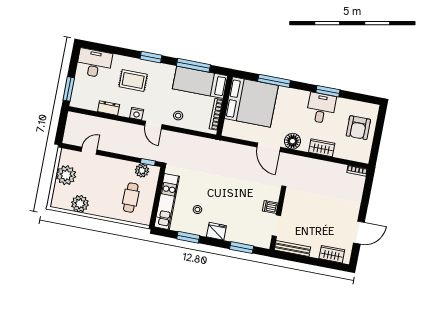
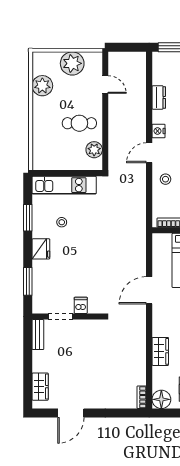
floor lamp: (292, 141) -> (161, 399), moved
window: (148, 162) -> (105, 155), removed
cafe table: (131, 198) -> (79, 123), moved
door: (359, 233) -> (71, 413), hinge flipped
bench: (292, 248) -> (38, 335), width x0.73

